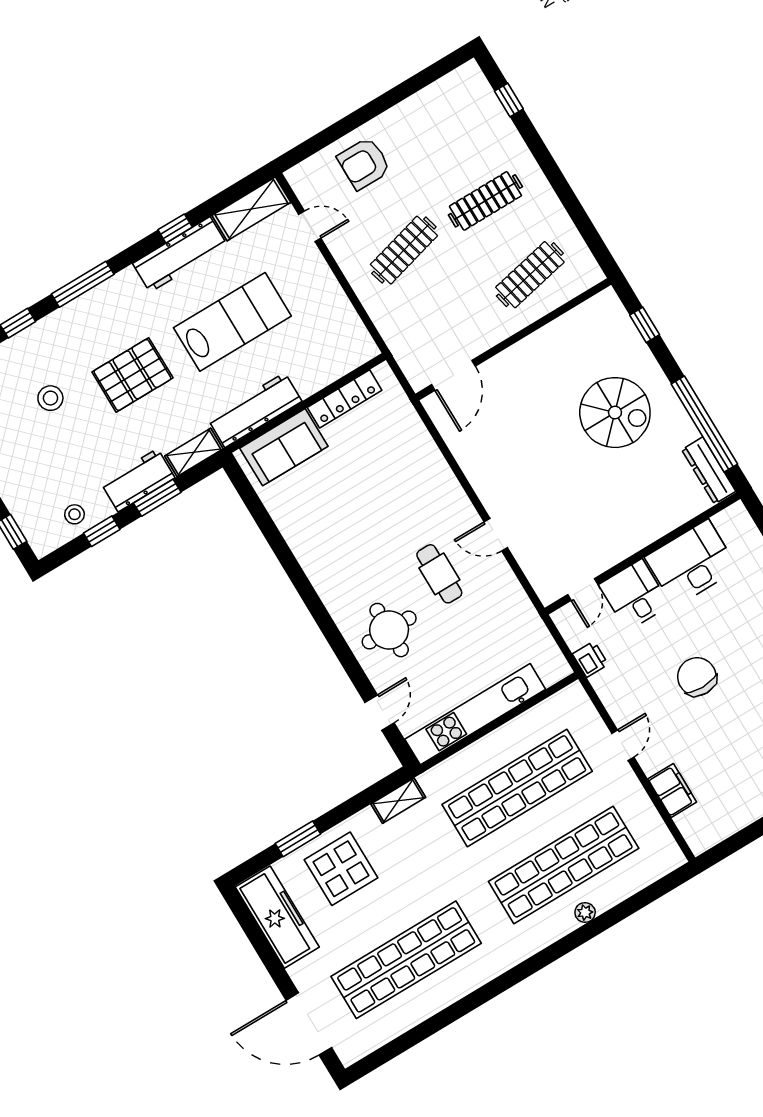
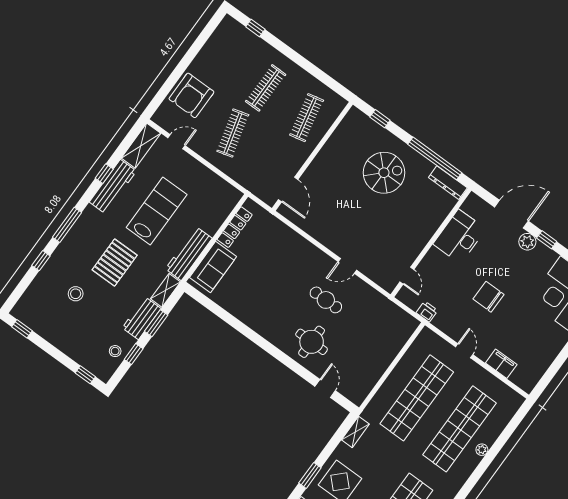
armchair: (364, 163) -> (191, 95), width x1.36, depth x1.36
desk: (634, 595) -> (436, 267), removed
kitchen unit: (475, 714) -> (377, 368), removed

